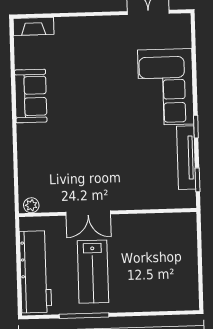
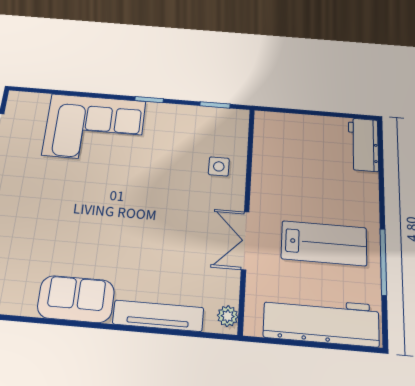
tv unit: (186, 158) -> (158, 316), moved, turned 180
side table: (145, 188) -> (219, 166), added
double door: (88, 213) -> (245, 240), swing flipped
workbench: (177, 299) -> (363, 145), added

